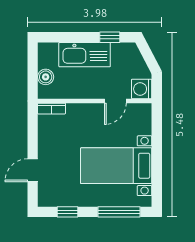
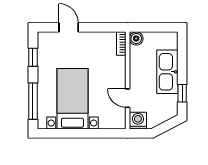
boiler: (46, 77) -> (136, 38), moved

